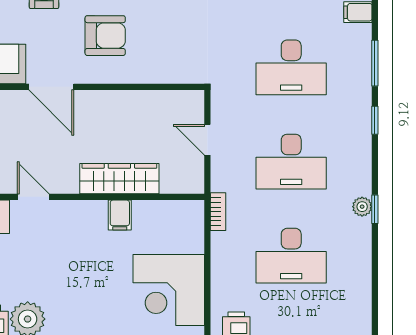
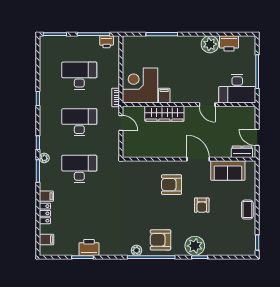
door: (207, 140) -> (121, 123), moved
plant: (362, 207) -> (44, 158), moved
corner desk: (169, 290) -> (140, 86), moved, turned -90

